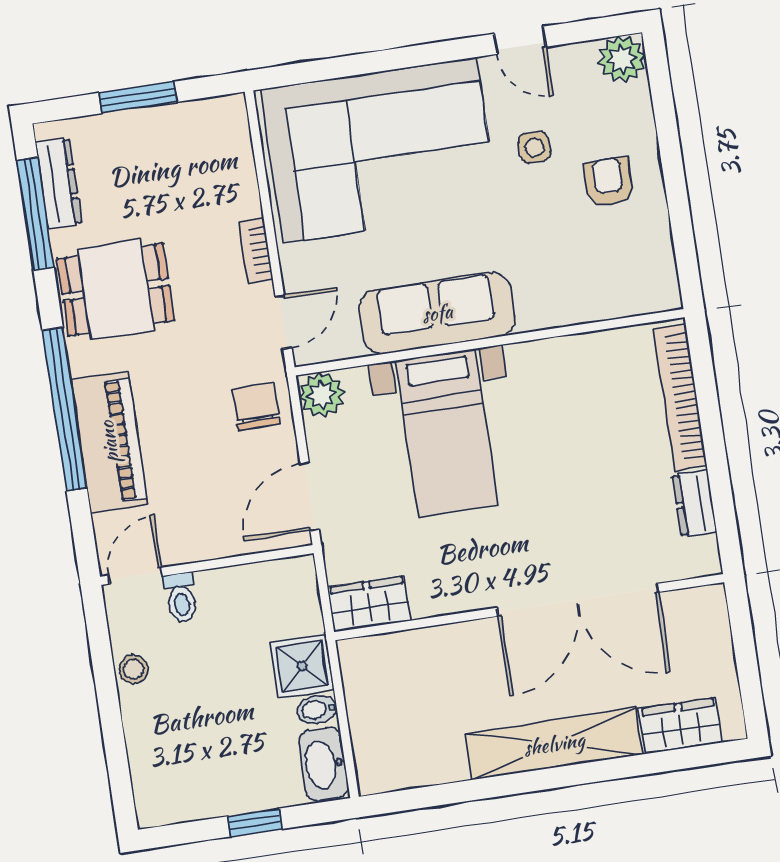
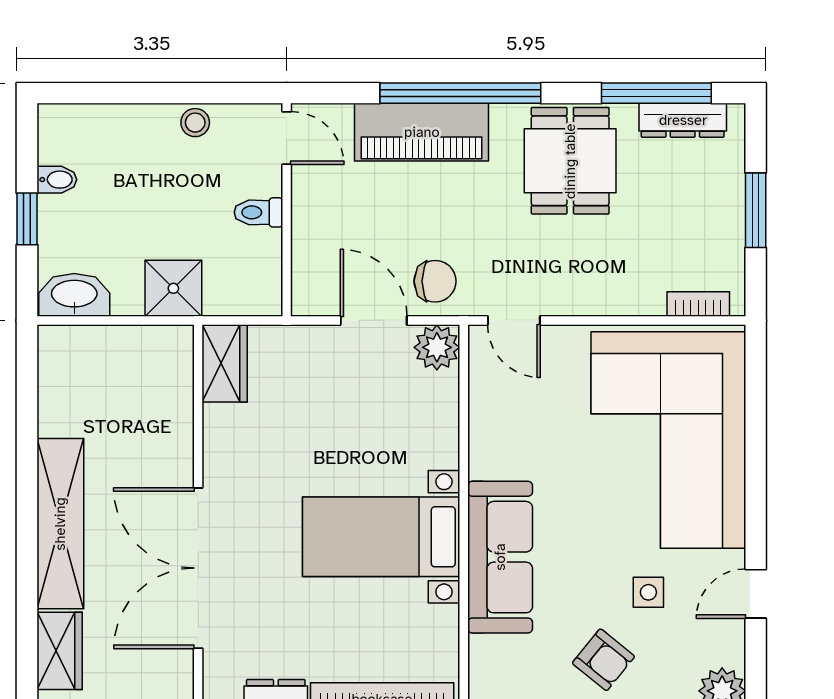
armchair: (608, 182) -> (603, 660), turned 39
bookcase: (256, 250) -> (698, 304), moved
sofa: (437, 313) -> (500, 557), moved
bed with nightstands: (447, 433) -> (381, 537), moved
door: (310, 496) -> (374, 320), moved
toilet: (181, 598) -> (258, 212), moved
bidet: (317, 710) -> (57, 180), moved, turned 90

